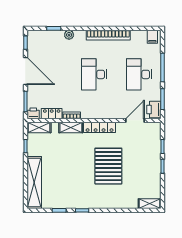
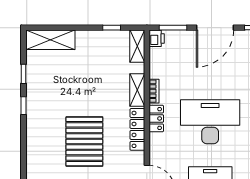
desk: (94, 74) -> (210, 122), width x1.36, depth x1.30
locker: (52, 114) -> (156, 118), moved
pallet: (108, 166) -> (84, 141), turned 90
shelving: (34, 182) -> (50, 40), width x0.68

